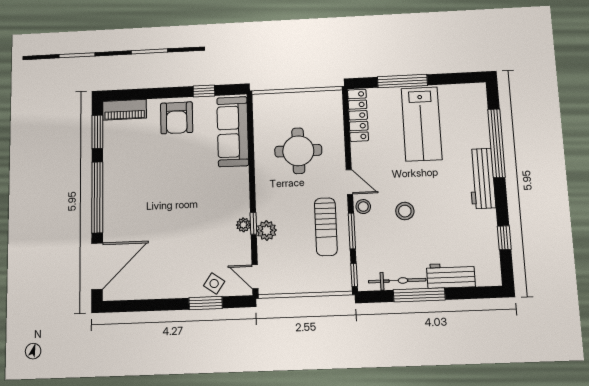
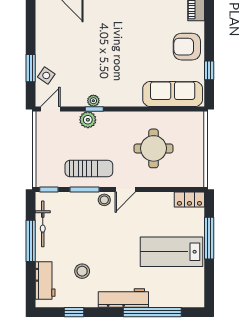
locker: (358, 115) -> (189, 200), width x0.66
stool: (405, 211) -> (82, 271), moved
sun lounger: (326, 227) -> (89, 168), turned 180
workbench: (451, 275) -> (45, 280), moved

